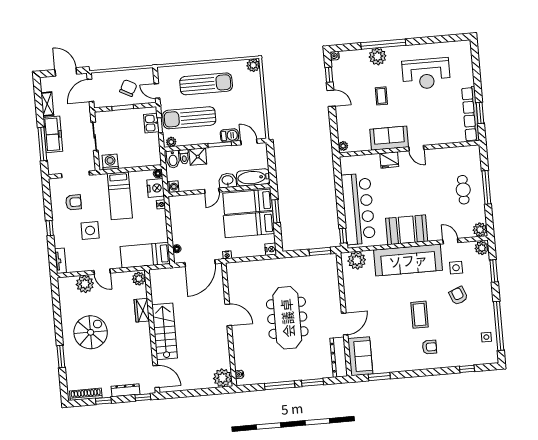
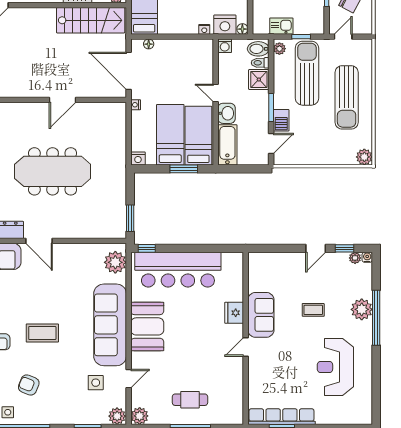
kitchen sink: (151, 123) -> (281, 26), moved
plant: (343, 146) -> (355, 258), moved
armchair: (458, 296) -> (29, 385), moved, turned -136
stairs: (165, 331) -> (91, 20), moved

